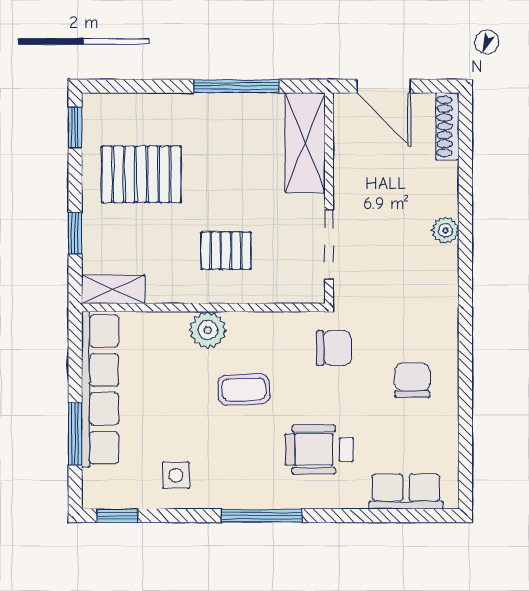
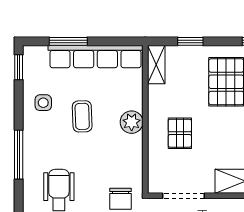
coffee table: (244, 389) -> (82, 116), moved

